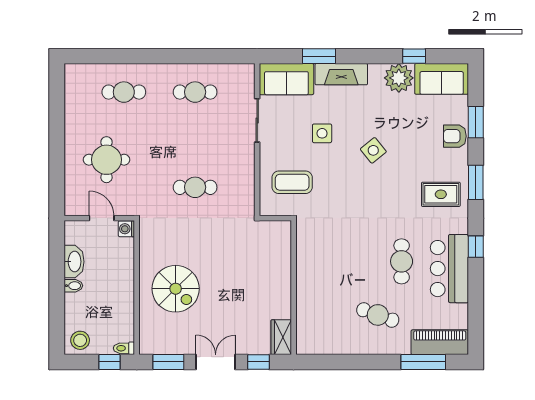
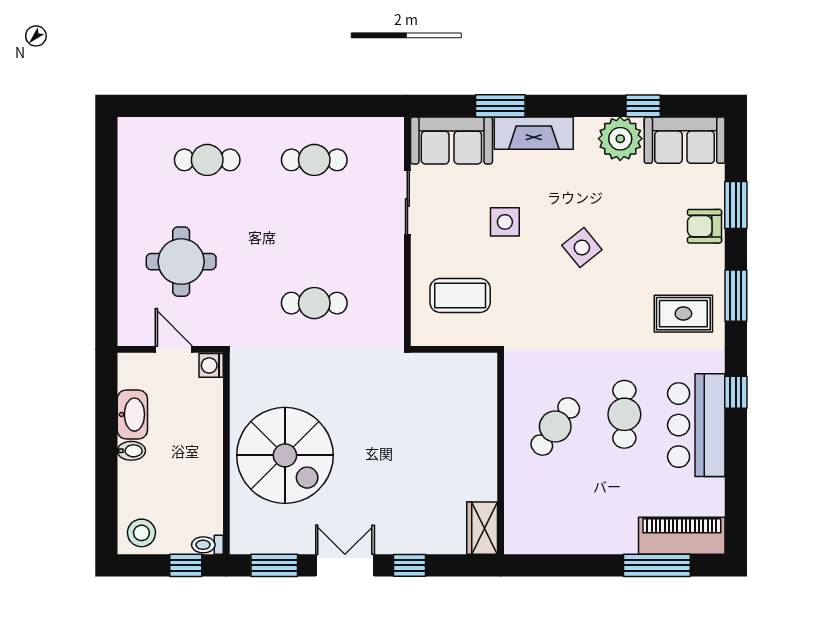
wall: (294, 288) -> (501, 454), moved
spiral stairs: (176, 289) -> (285, 455), width x1.37, depth x1.37
cafe table: (378, 315) -> (555, 426), moved, turned -74
wardrobe: (281, 337) -> (482, 528), moved

